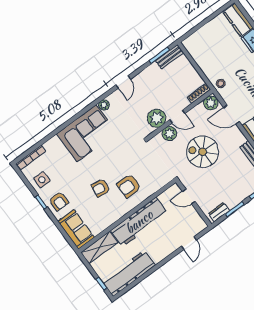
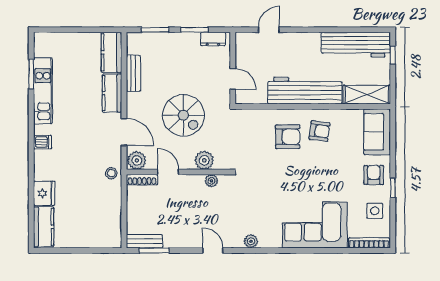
door: (123, 82) -> (213, 250), hinge flipped
door: (177, 117) -> (168, 172), moved
plant: (157, 118) -> (211, 181), width x0.53, depth x0.53
corner sofa: (87, 133) -> (315, 225), moved
armchair: (101, 188) -> (319, 131), moved

